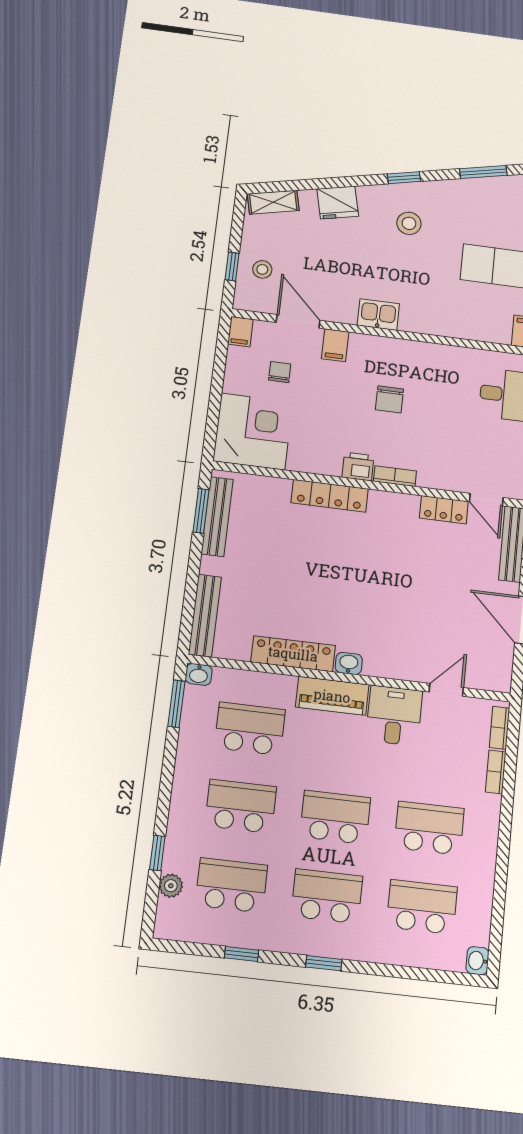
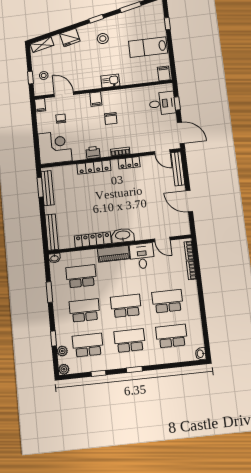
kitchen sink: (378, 315) -> (110, 81), moved
filing cabinet: (335, 345) -> (96, 99), moved
printer: (358, 467) -> (93, 153), moved
locker: (444, 510) -> (129, 163), moved
washbasin: (349, 663) -> (123, 235), width x1.91, depth x1.45
door: (446, 690) -> (162, 239), swing flipped
window: (176, 704) -> (49, 292), moved
plant: (166, 928) -> (64, 369), added

